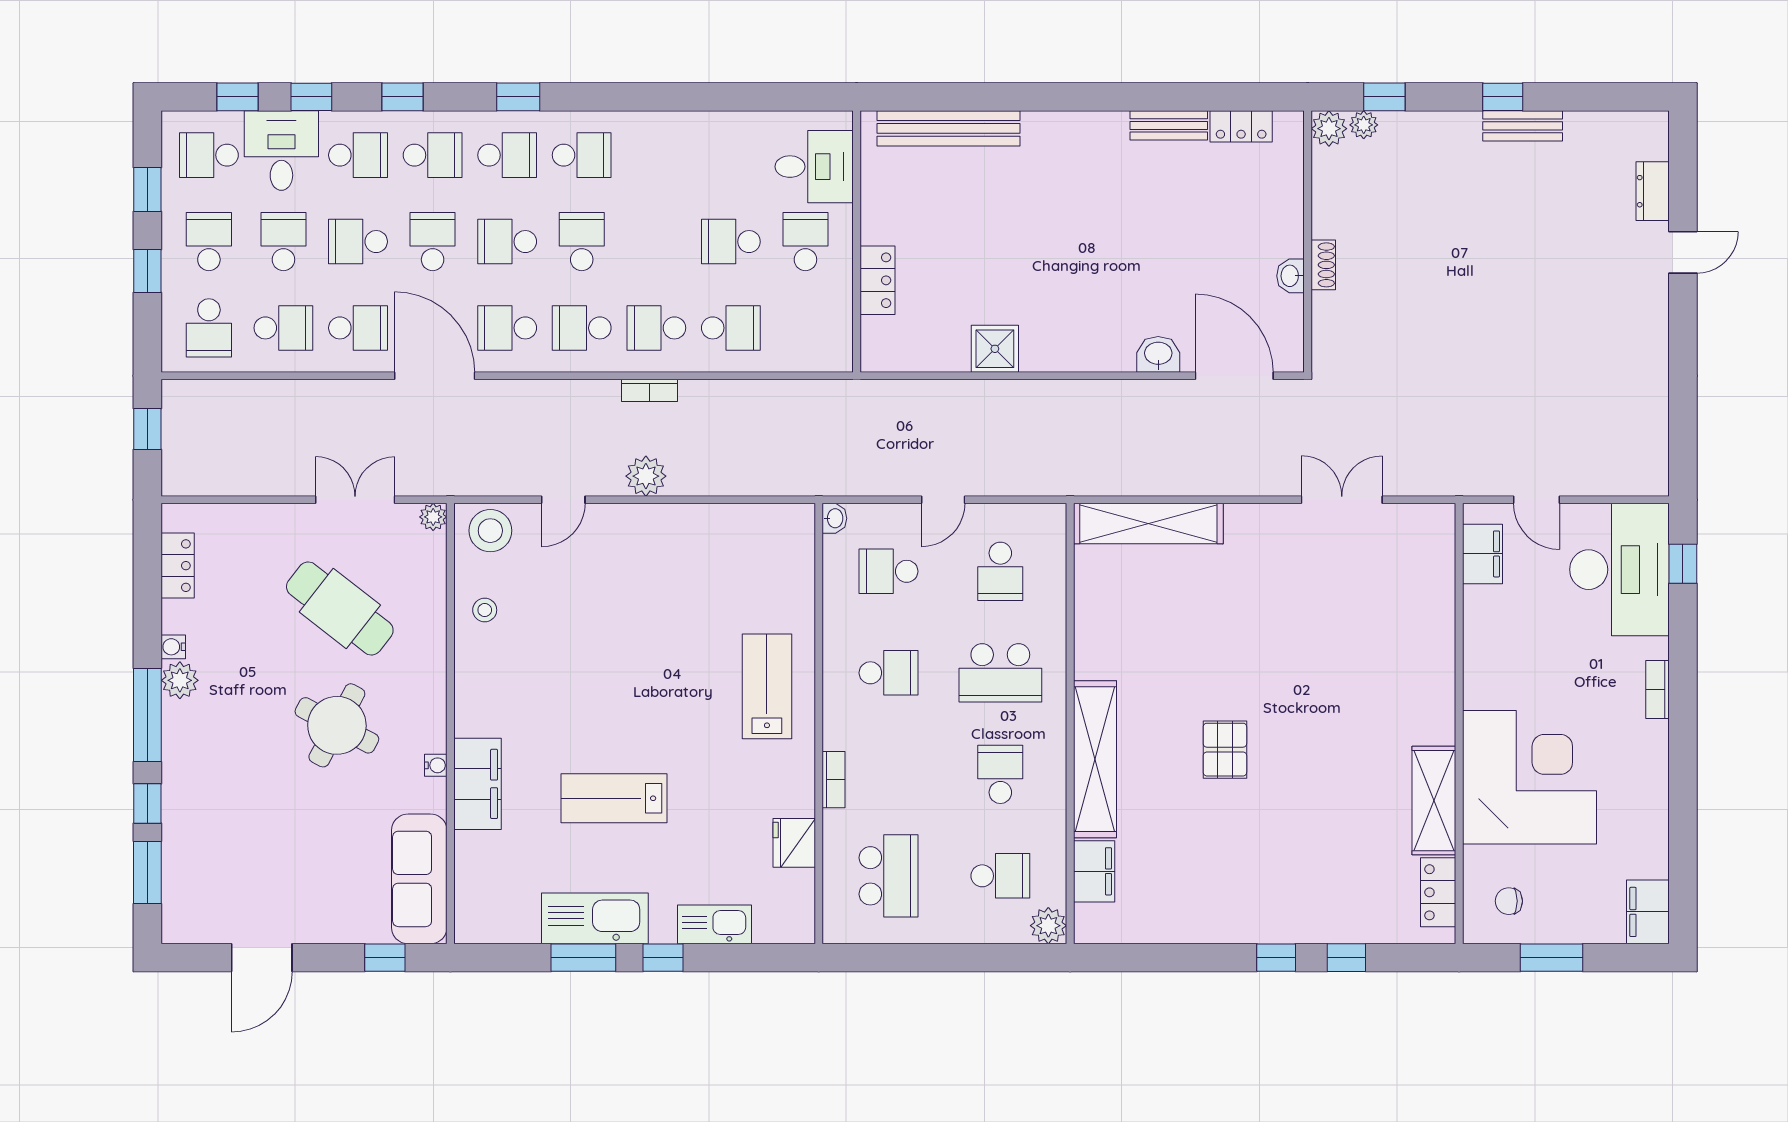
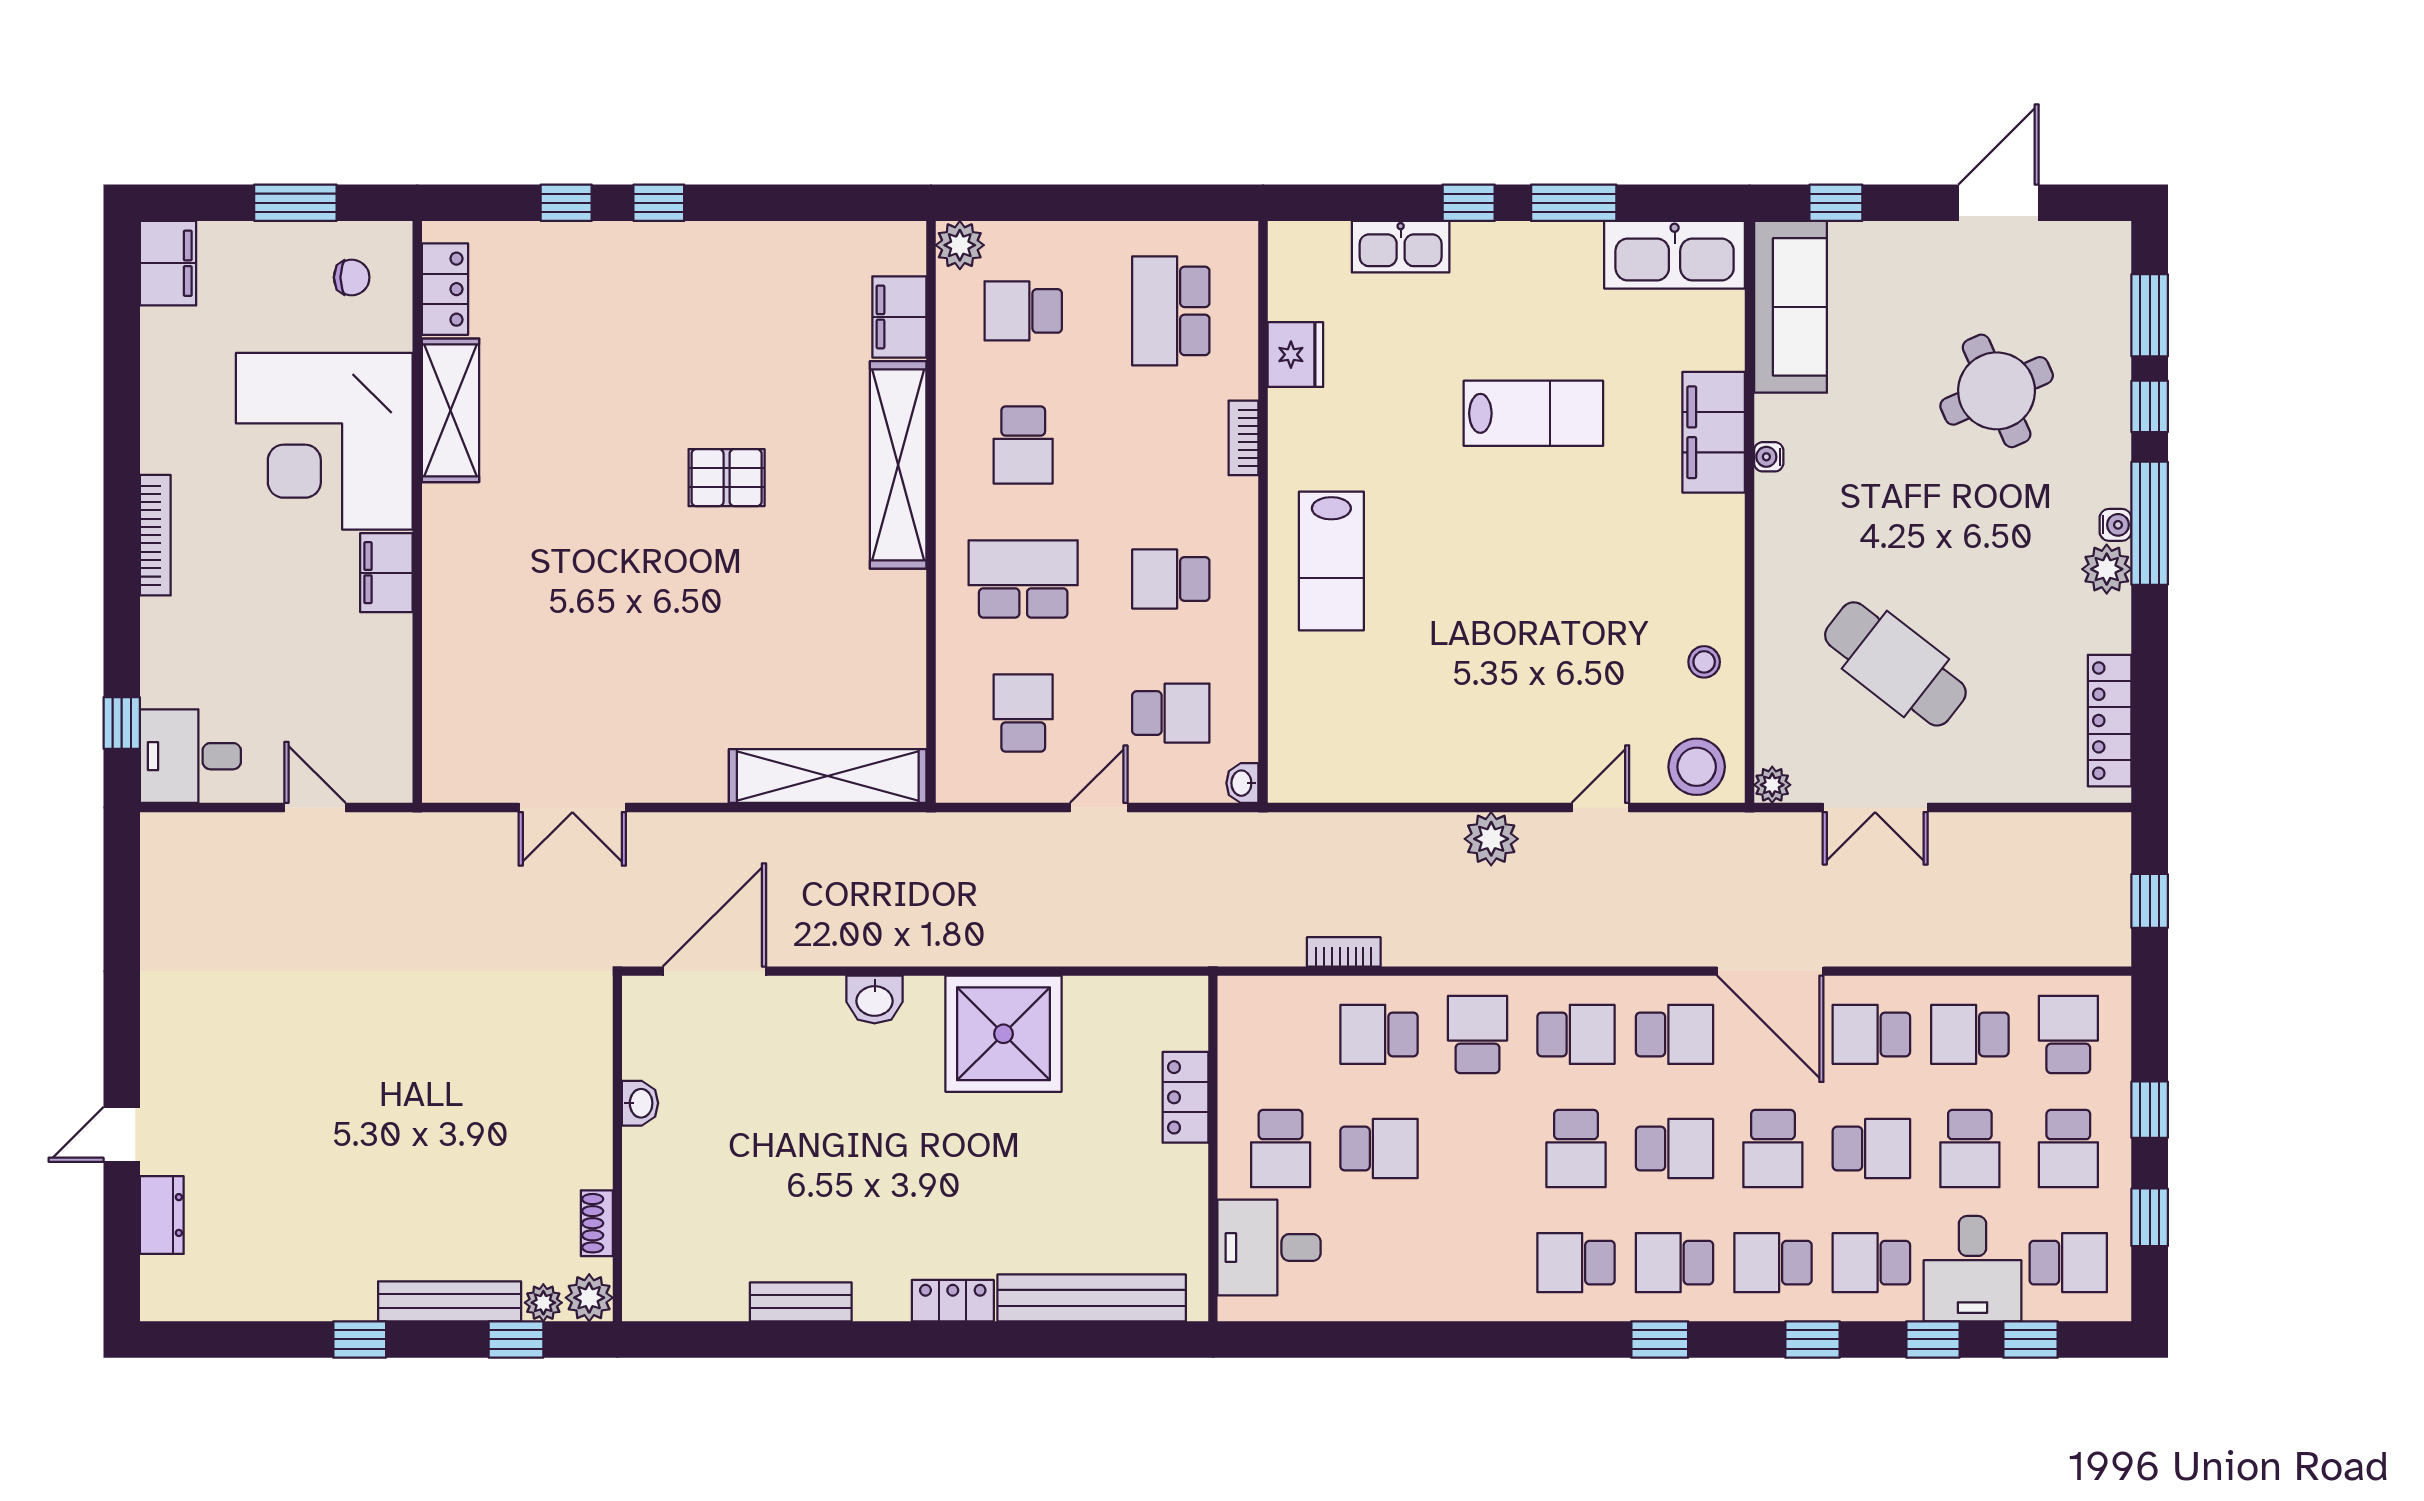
locker: (1241, 126) -> (953, 1301), moved
bench: (1523, 126) -> (450, 1301), moved, width x1.36
shoe rack: (1323, 265) -> (597, 1223), moved
school desk: (656, 328) -> (1477, 1034), turned -90
shower: (995, 349) -> (1003, 1034), width x1.86, depth x1.86
washbasin: (1158, 354) -> (875, 1000), moved
door: (1234, 376) -> (714, 971), swing flipped
bookcase: (650, 390) -> (1344, 952), moved
filing cabinet: (1483, 554) -> (386, 573), moved
locker: (178, 566) -> (2110, 721), width x1.53
desk: (1619, 570) -> (190, 756), width x0.53, depth x0.77
water cooler: (173, 647) -> (2115, 525), moved
bookcase: (1658, 690) -> (155, 535), width x1.56
round table: (337, 725) -> (1997, 391), moved, turned 38
pallet: (1225, 750) -> (727, 478), turned 90
kitchen sink: (595, 918) -> (1675, 255), moved

